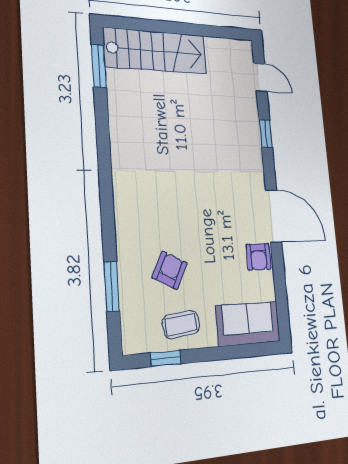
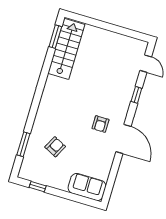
stairs: (156, 51) -> (66, 49), moved, turned -90
armchair: (259, 257) -> (100, 124), moved
coffee table: (181, 325) -> (51, 174), removed

